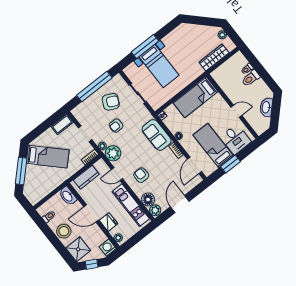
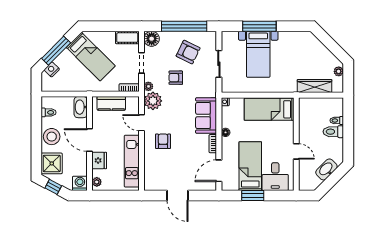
nightstand: (28, 186) -> (52, 69), added
floor lamp: (148, 200) -> (152, 39), moved
door: (180, 204) -> (178, 195), swing flipped
plant: (155, 210) -> (150, 183), removed

